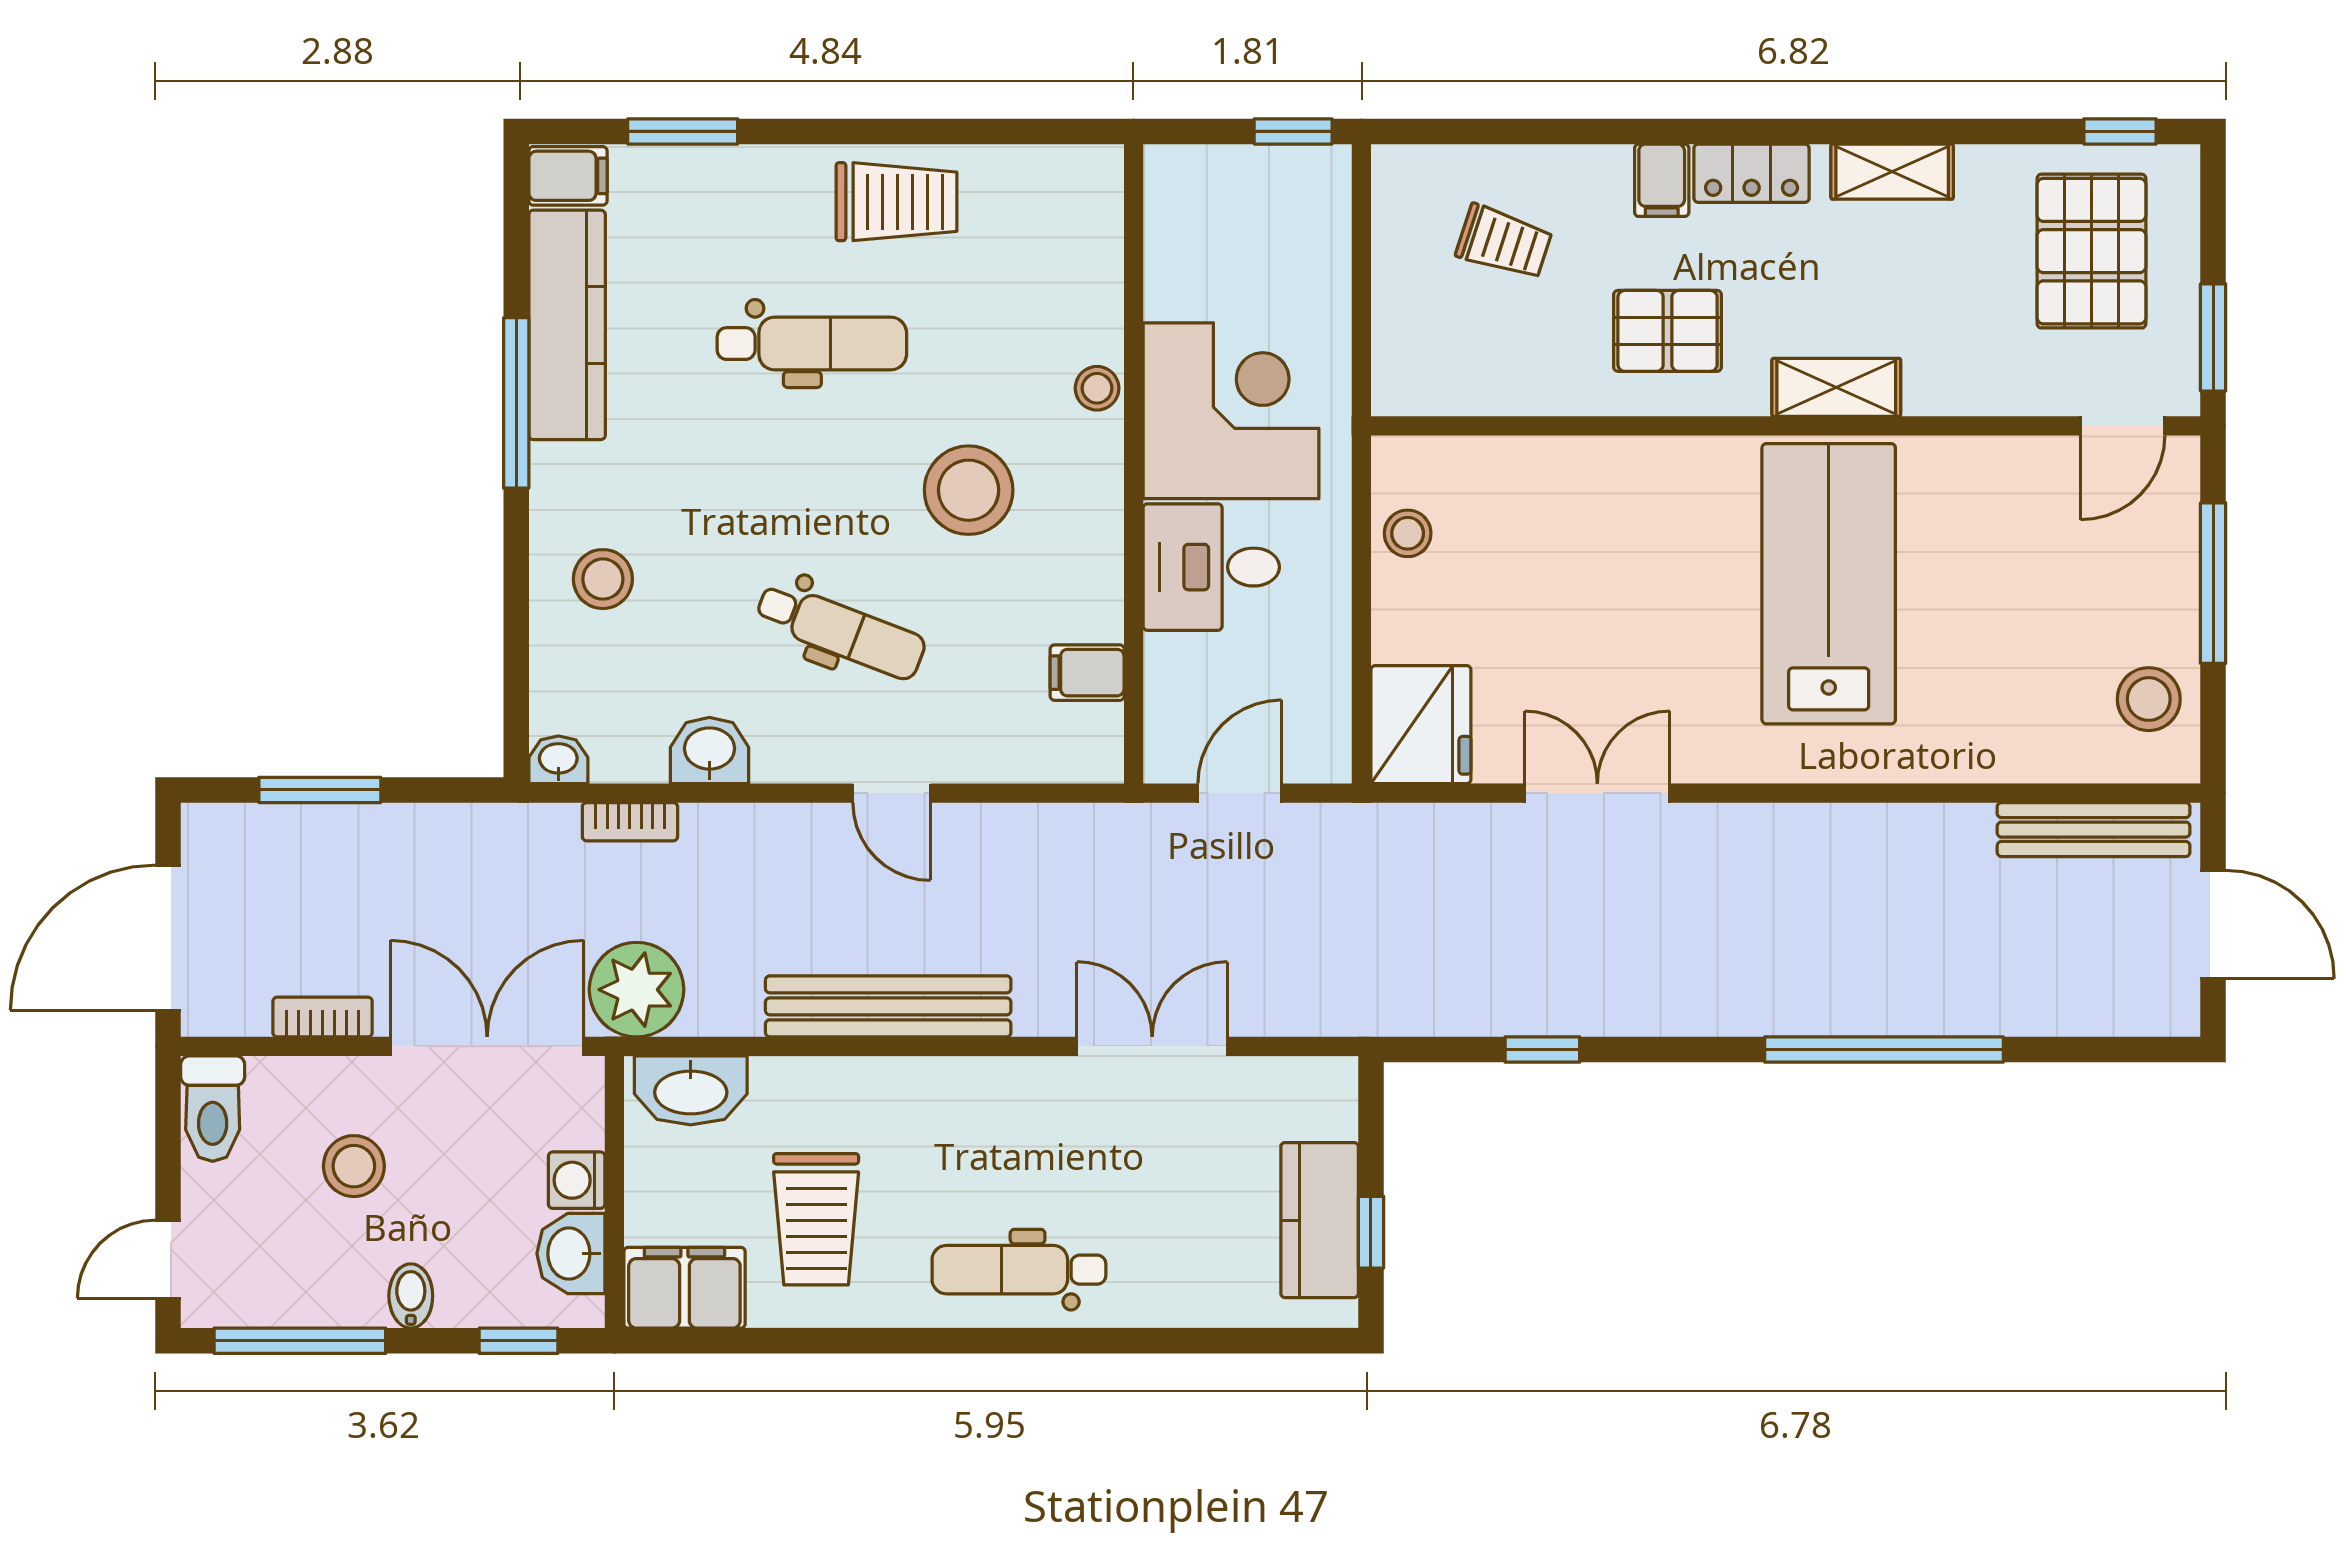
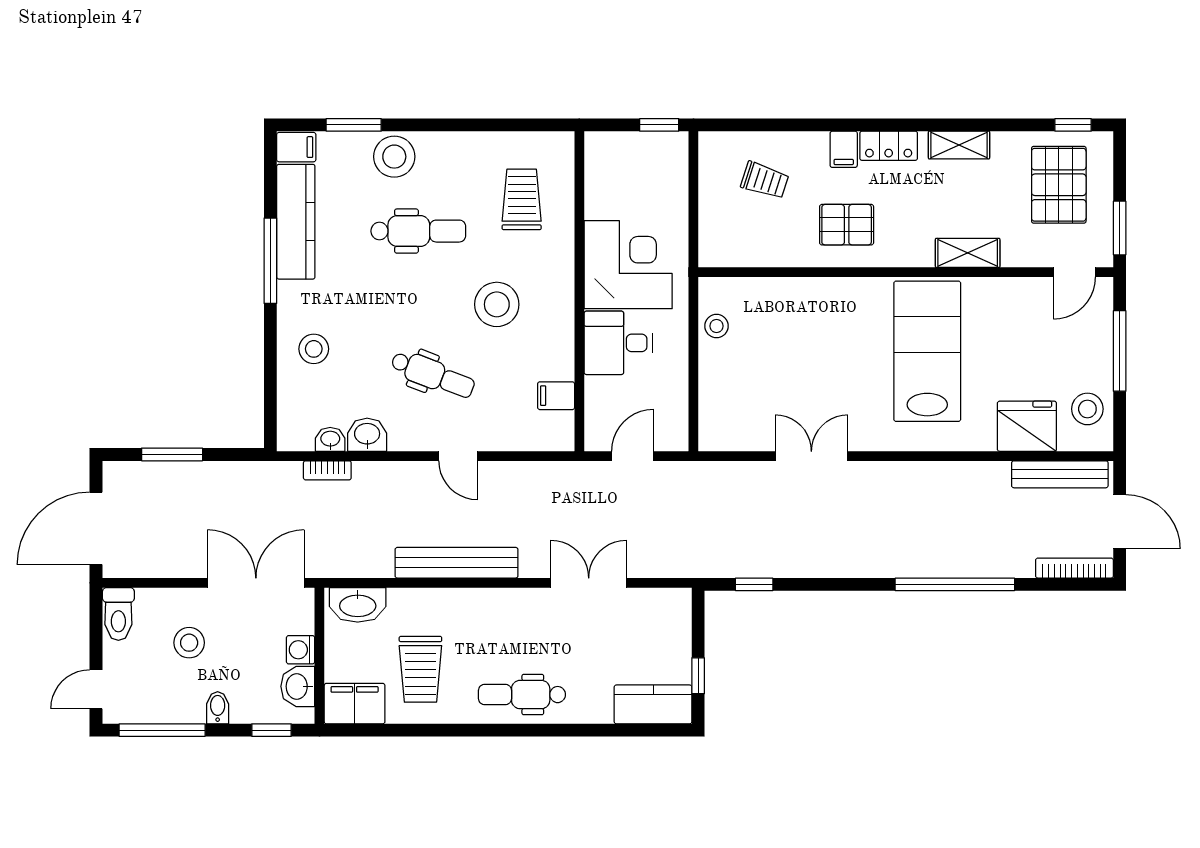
trolley: (896, 202) -> (522, 199), moved, turned -90
shelving: (1836, 387) -> (968, 253), moved
stool: (1097, 388) -> (394, 157), moved, width x1.89, depth x1.89
fridge: (1421, 725) -> (1027, 426), moved, turned -90
washbasin: (558, 760) -> (330, 439), moved
plant: (636, 990) -> (331, 554), removed
bookcase: (323, 1017) -> (1074, 568), moved, width x1.56
window: (1542, 1050) -> (754, 584), moved
kitchen counter: (1320, 1220) -> (653, 704), moved, turned 90

